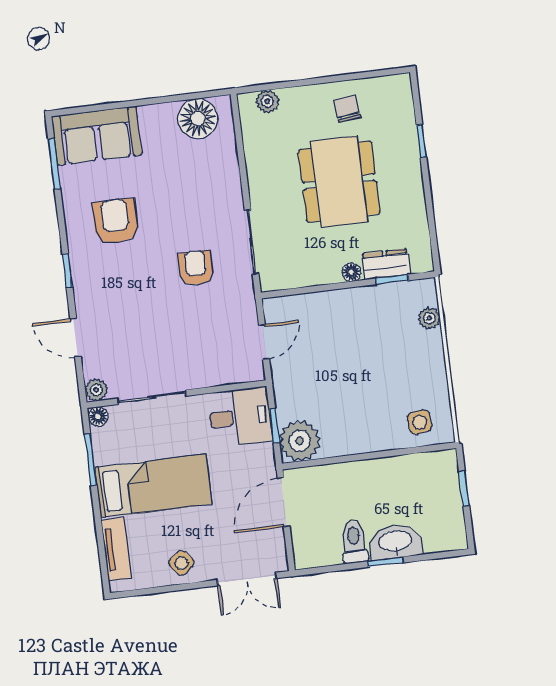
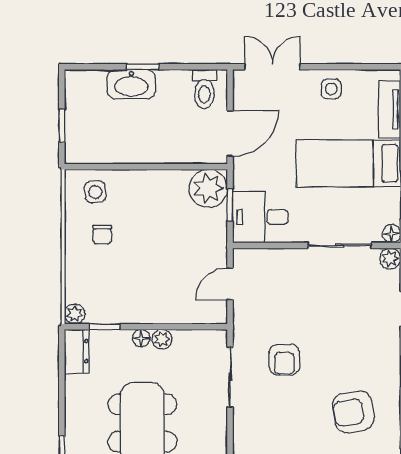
armchair: (115, 221) -> (353, 412), turned 81
dresser: (386, 264) -> (77, 351), moved, turned -90
plant: (329, 274) -> (162, 339), added
plant: (429, 318) -> (75, 314), moved
chair: (407, 378) -> (102, 234), added
toilet: (354, 542) -> (204, 89), moved
side table: (181, 563) -> (331, 89), turned 38

